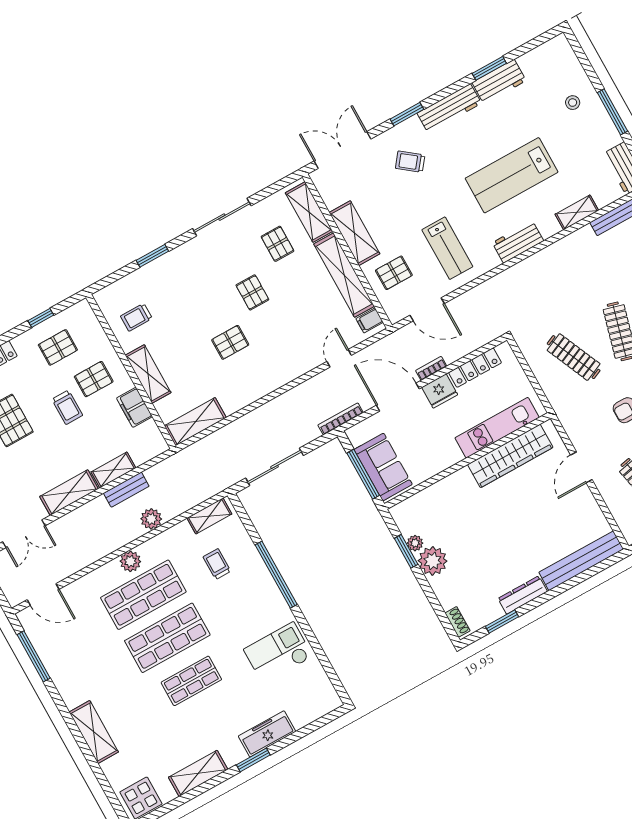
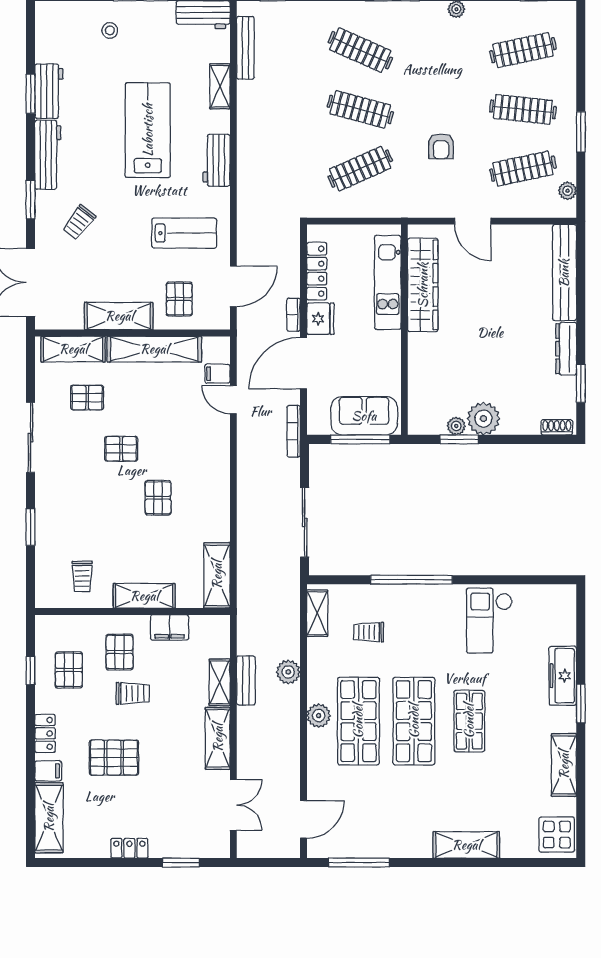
lab bench: (512, 175) -> (148, 130), turned 180
filing cabinet: (370, 320) -> (217, 374), moved, turned 90

